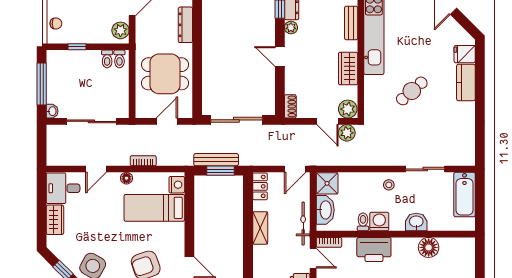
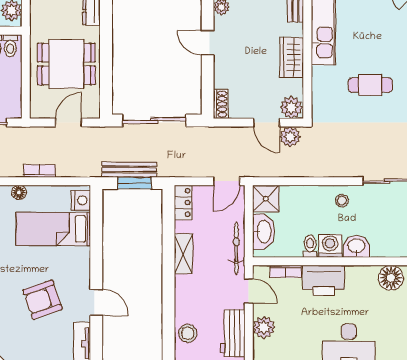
cafe table: (412, 91) -> (370, 85), turned 41
washbasin: (416, 222) -> (356, 246), moved
bookcase: (329, 242) -> (286, 272), moved

